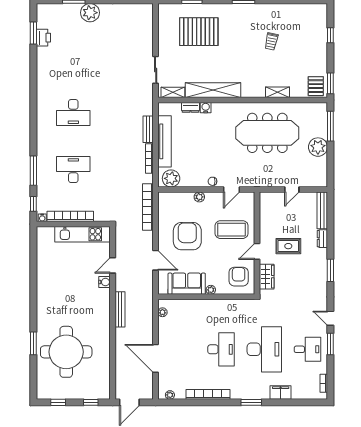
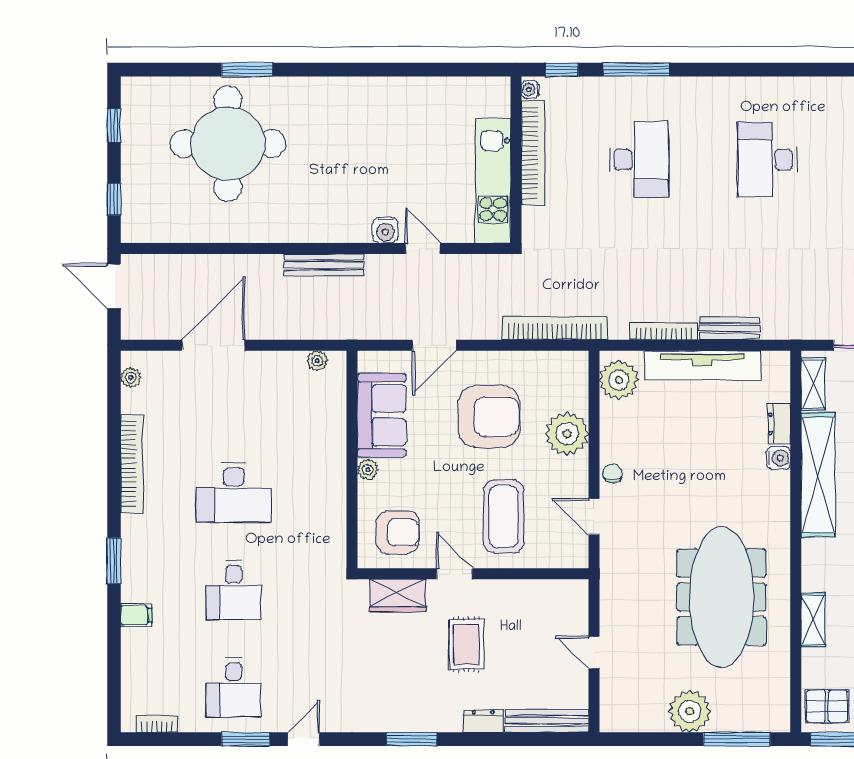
plant: (199, 197) -> (567, 434), width x1.88, depth x1.88
desk: (264, 349) -> (234, 590), width x0.53, depth x0.77
filing cabinet: (281, 392) -> (136, 615), width x0.50

